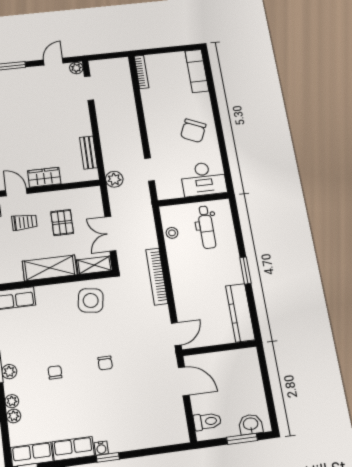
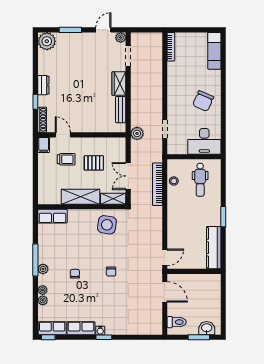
wardrobe: (44, 177) -> (119, 84), moved, turned -90
pallet: (62, 223) -> (94, 163), turned 90
bookcase: (157, 276) -> (157, 184), moved

